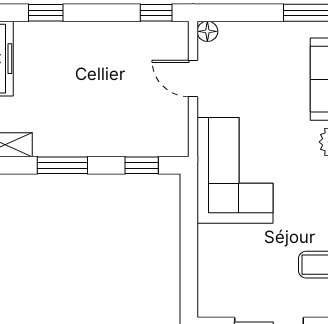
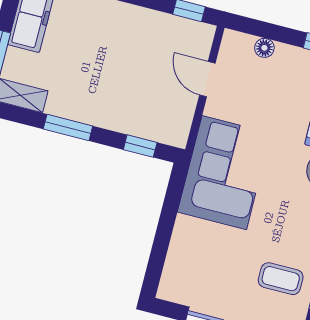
floor lamp: (207, 31) -> (264, 48), moved

